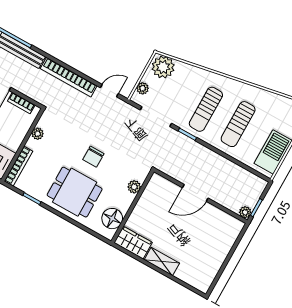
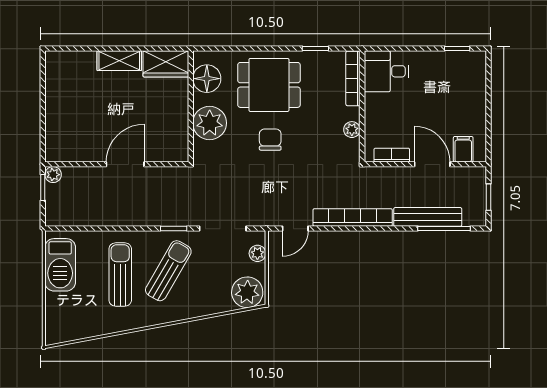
sun lounger: (206, 109) -> (168, 271), turned 30
plant: (134, 187) -> (210, 123), width x1.87, depth x1.87

